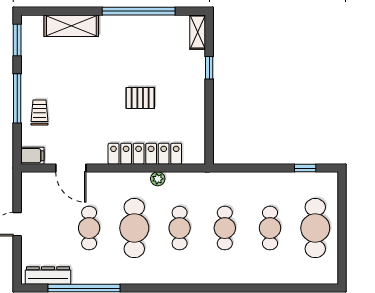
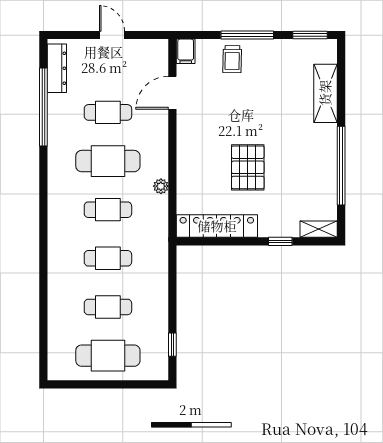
pallet: (140, 98) -> (248, 167), width x1.50, depth x1.42
trolley: (39, 112) -> (232, 59), turned 91
locker: (145, 154) -> (217, 226), moved, turned -90

